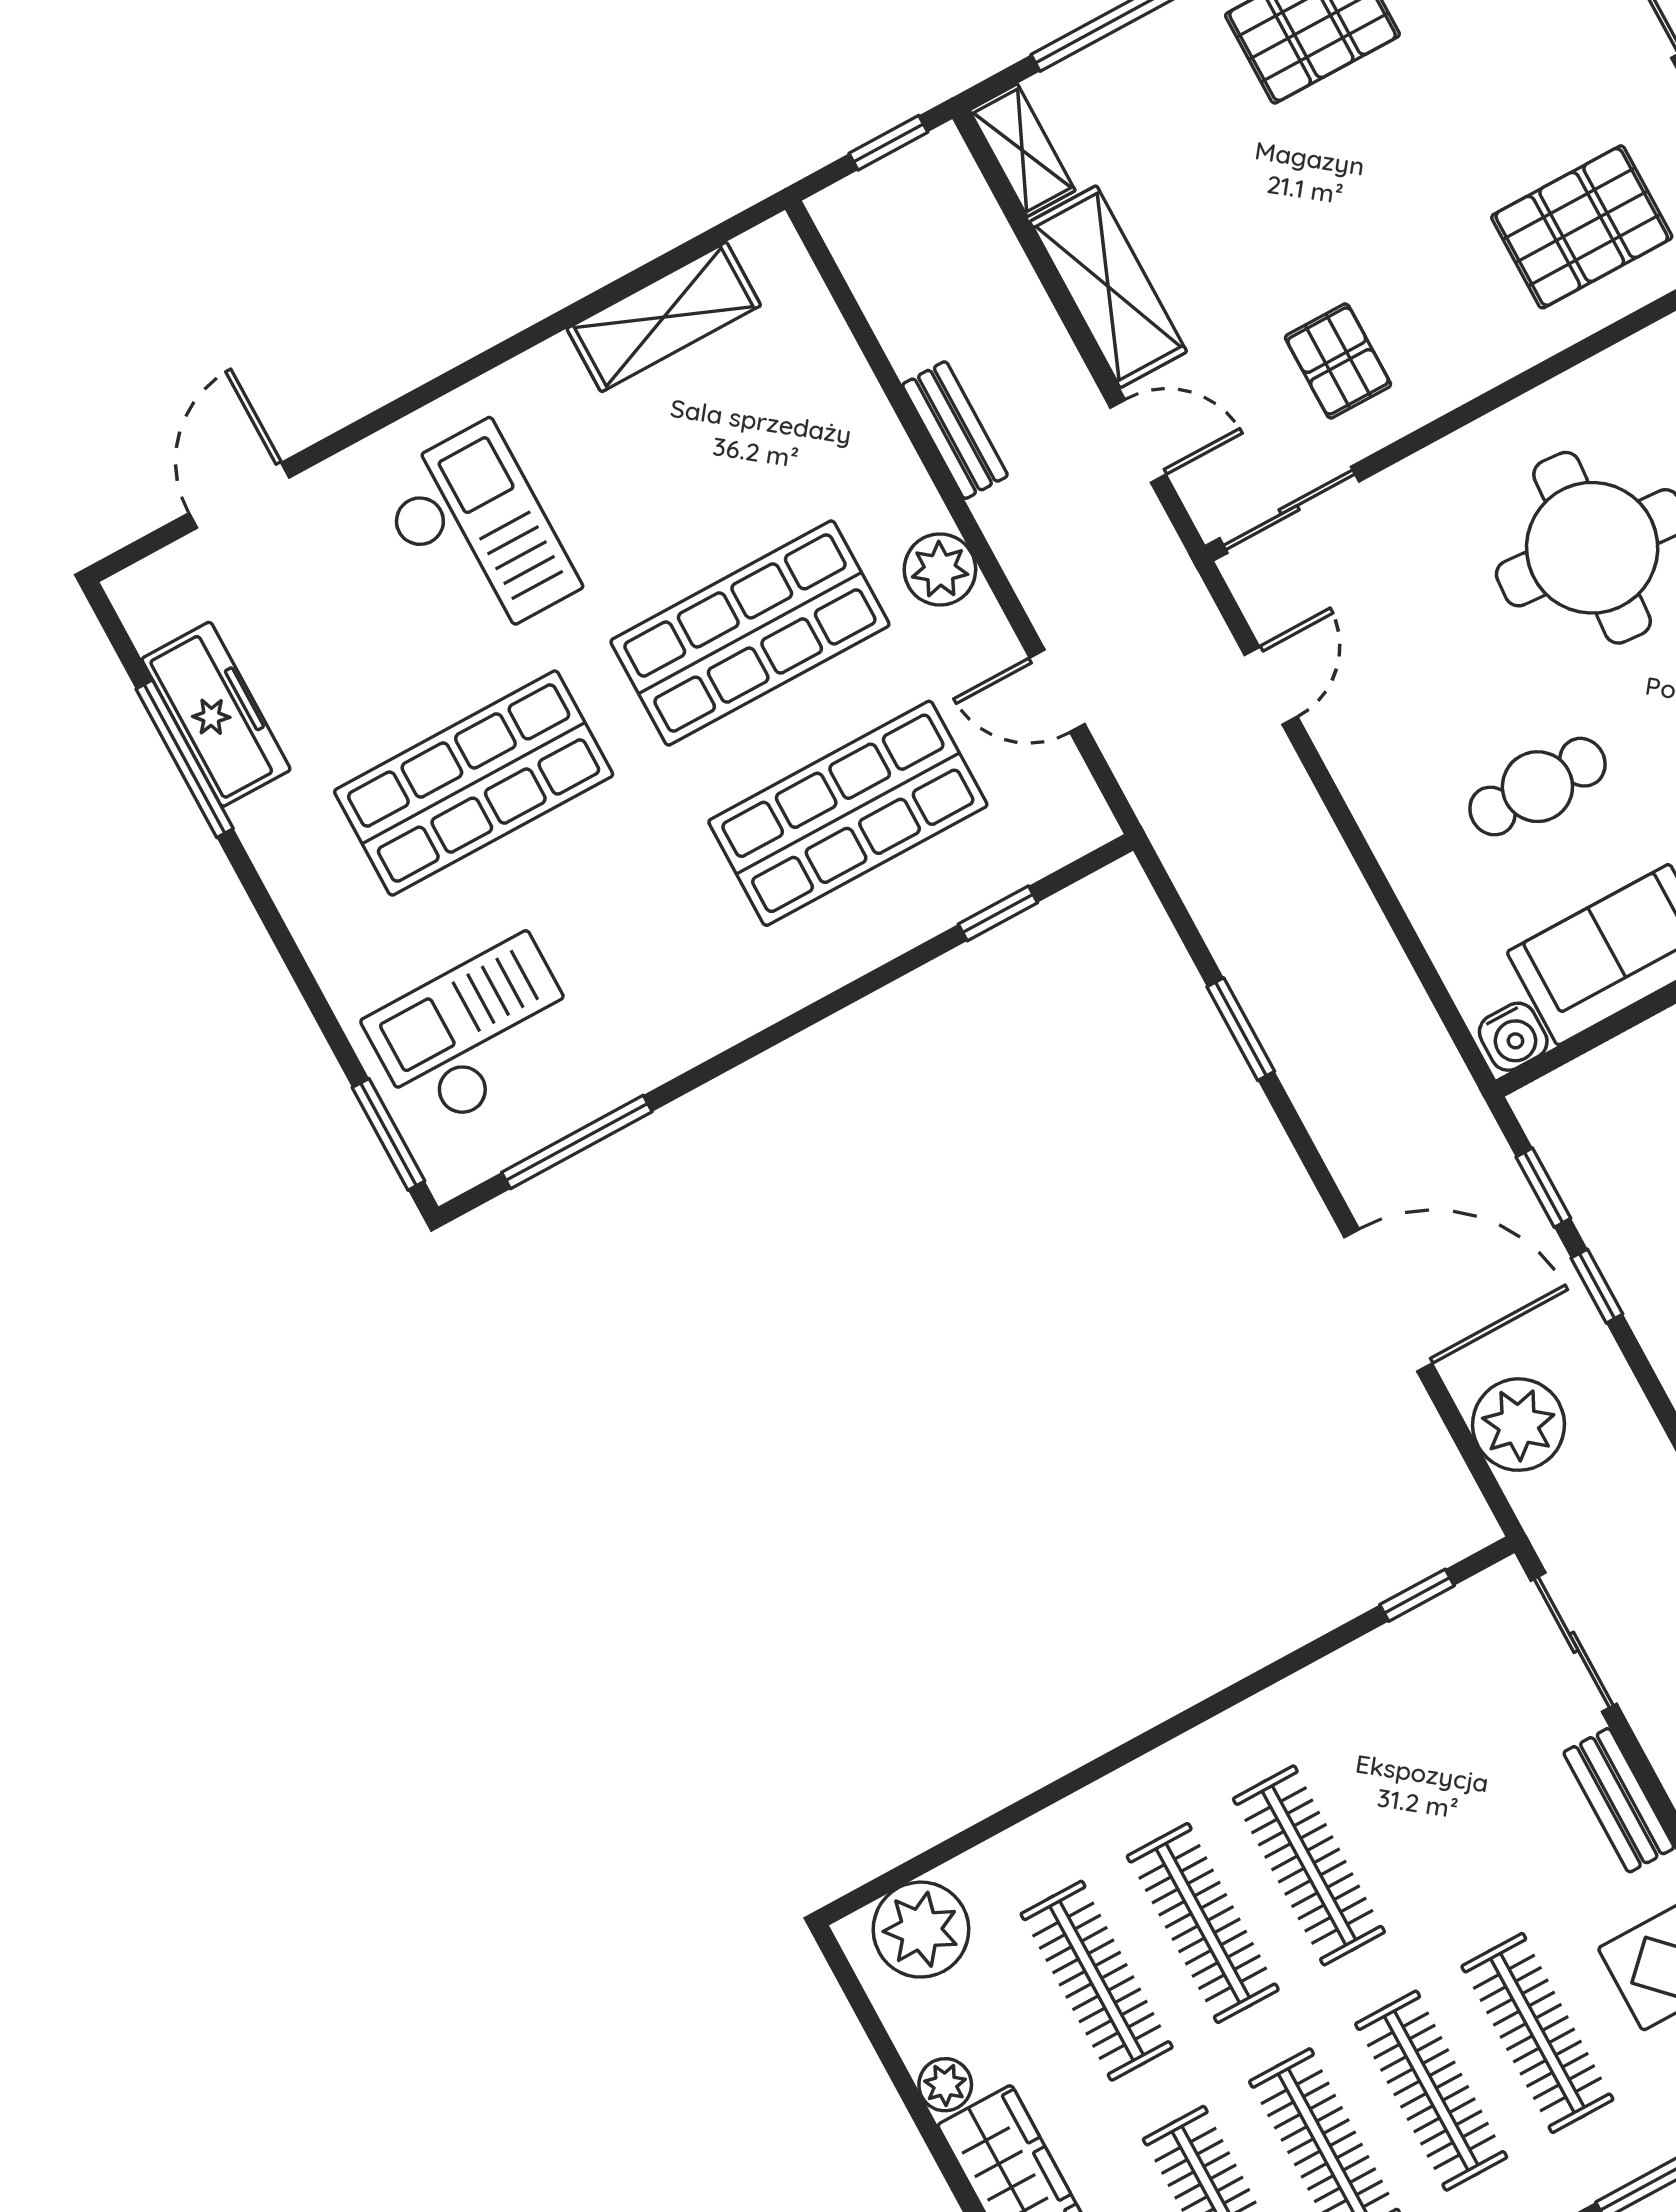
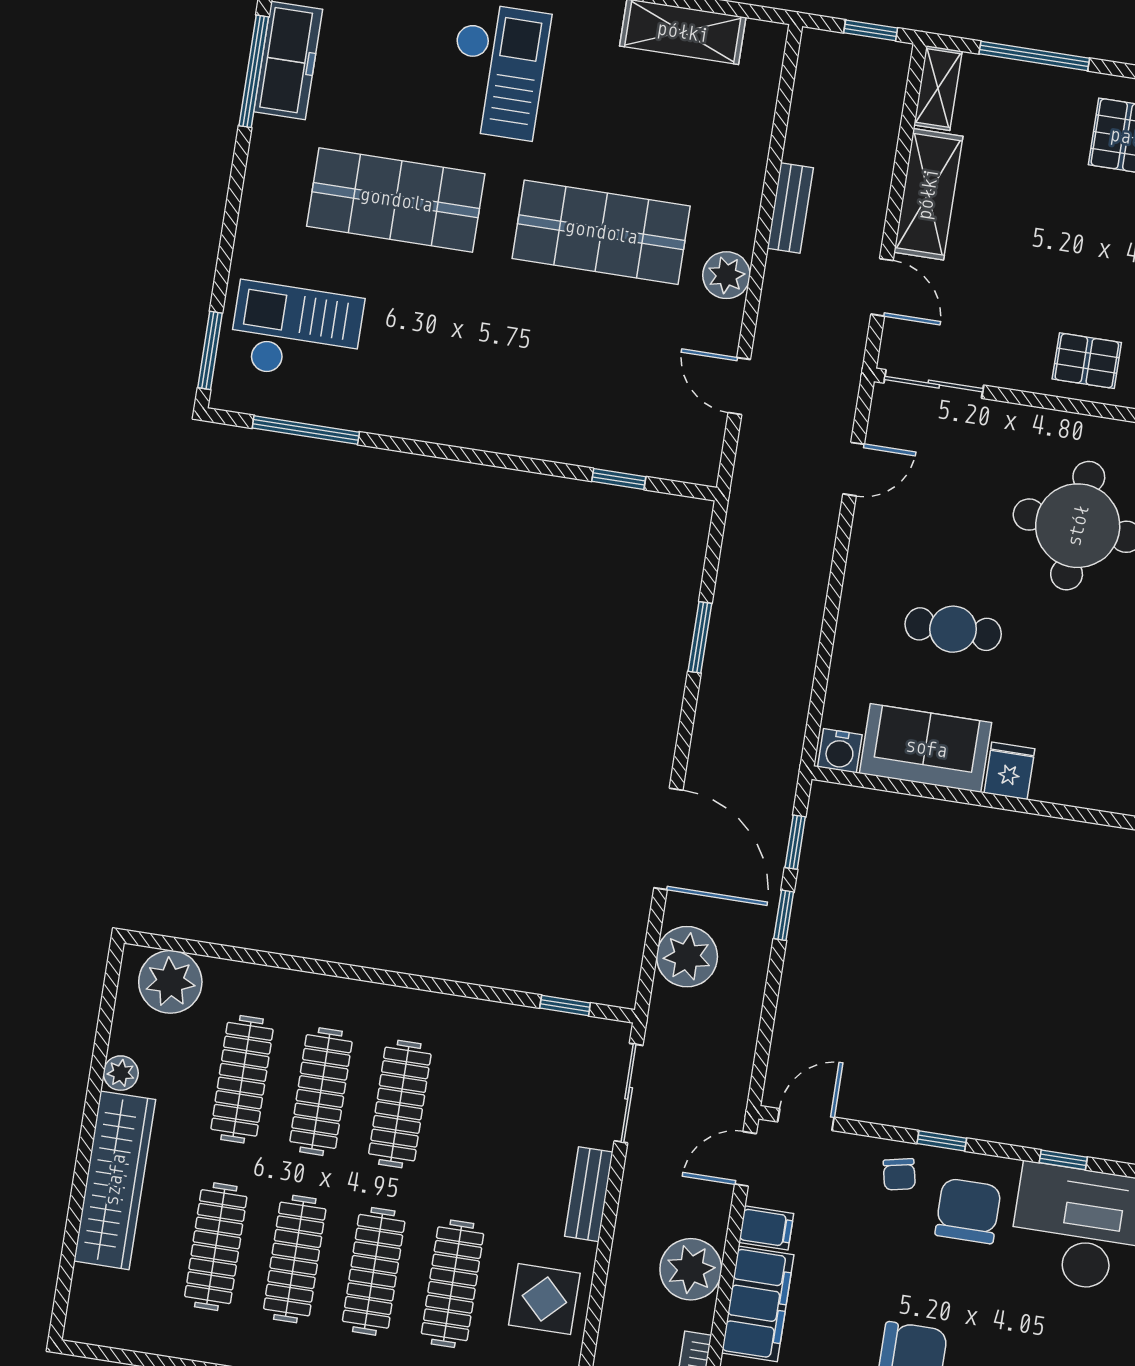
pallet: (1338, 361) -> (1087, 361), moved, turned 90
shop shelf: (848, 813) -> (580, 366), removed

